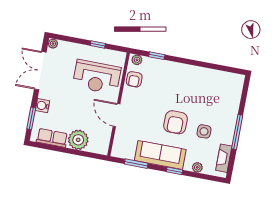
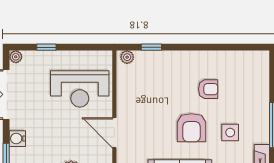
window: (98, 45) -> (46, 47), moved
armchair: (134, 79) -> (208, 89), moved, turned -90

